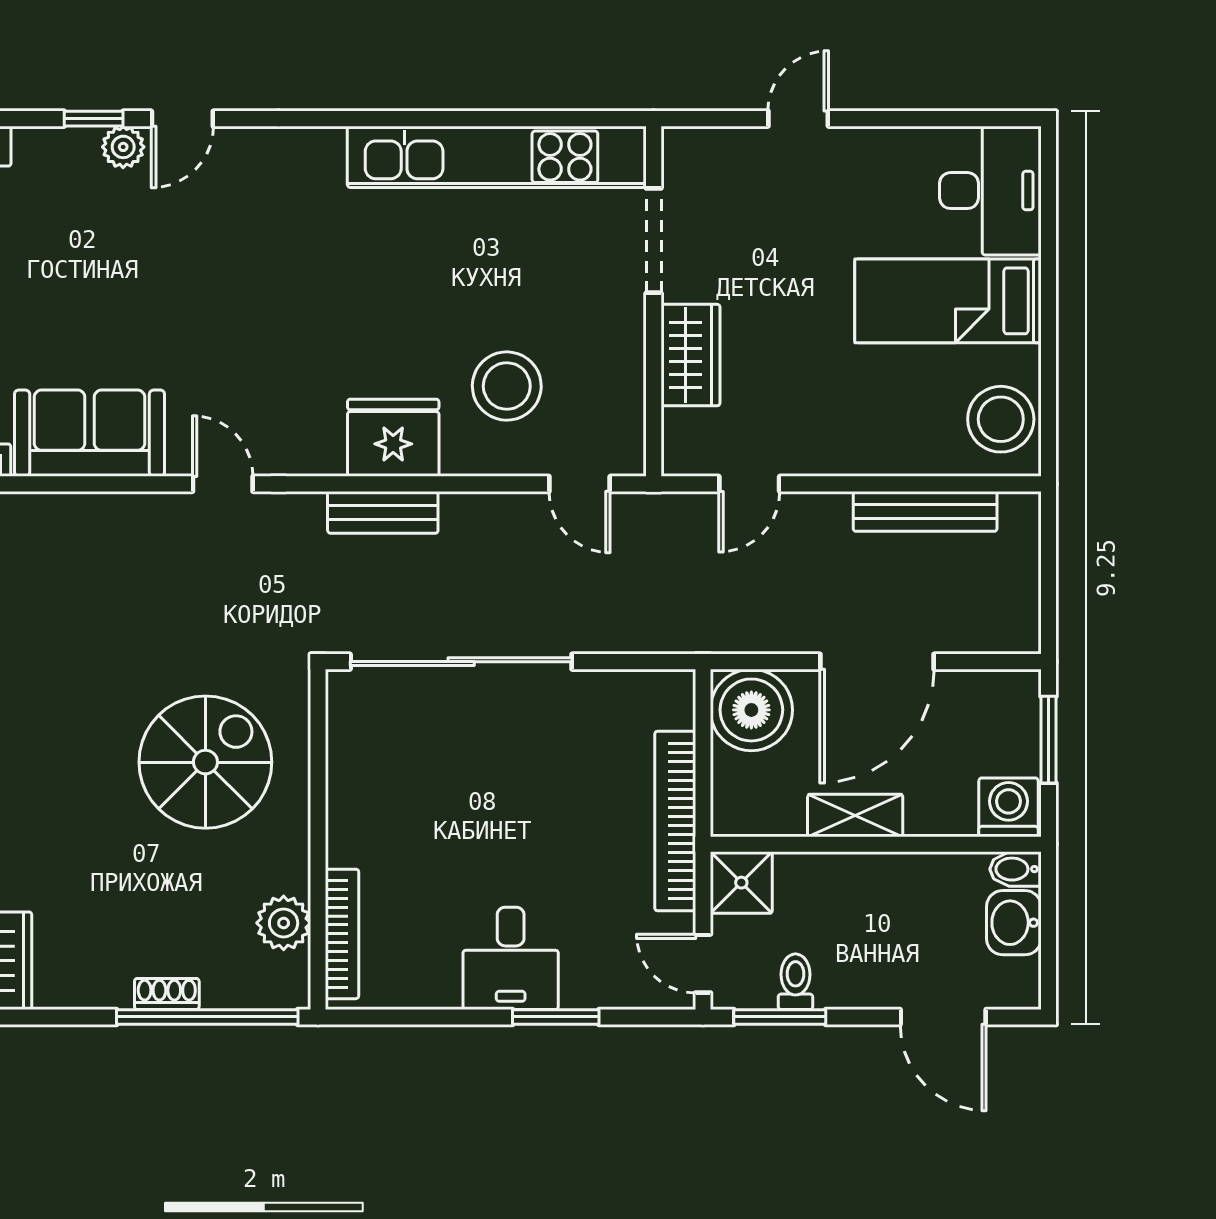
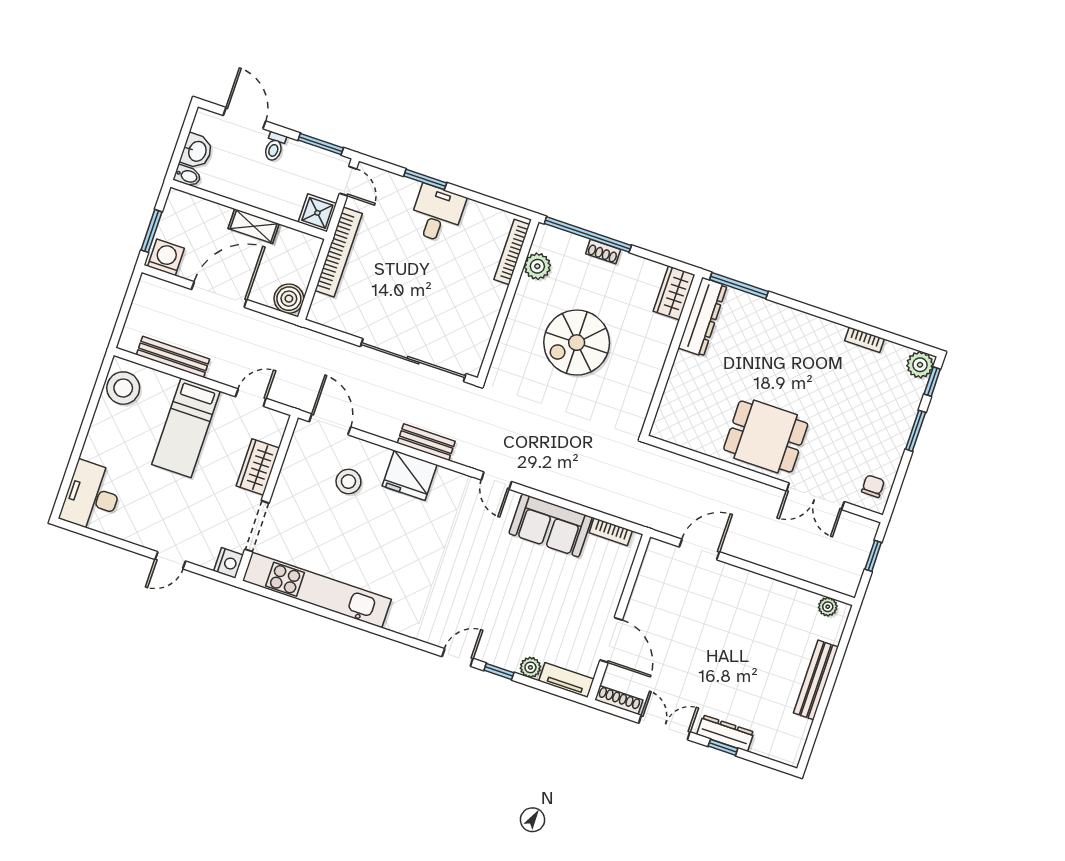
plant: (123, 147) -> (530, 667), moved
nightstand: (684, 151) -> (229, 563), added
bed: (948, 301) -> (186, 428), moved, turned 90
stool: (507, 386) -> (348, 482), width x0.73, depth x0.73
door: (580, 484) -> (330, 424), width x1.38
boiler: (751, 710) -> (289, 299), width x0.73, depth x0.73
spiral stairs: (205, 762) -> (577, 343), moved
washing machine: (1009, 807) -> (166, 257), moved, turned 180
toilet: (795, 982) -> (275, 147), moved

